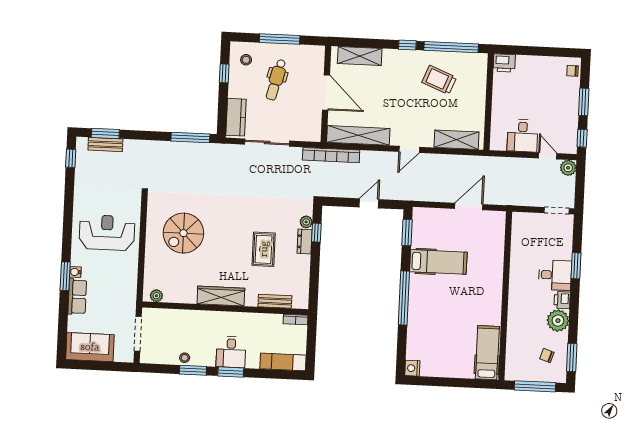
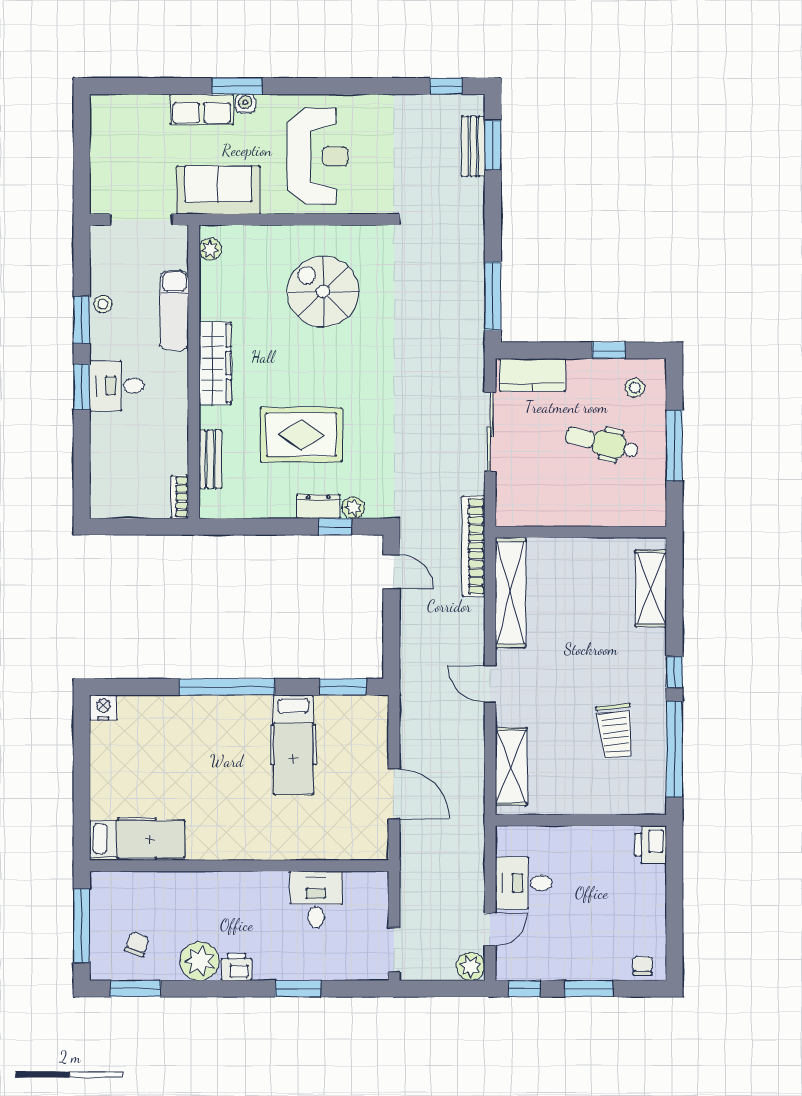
trolley: (439, 80) -> (615, 731), turned 152
door: (326, 92) -> (584, 532), removed
door: (369, 203) -> (391, 572), moved
rug: (264, 249) -> (301, 435), width x1.36, depth x1.43
desk: (555, 275) -> (316, 899), moved, turned 180
sofa: (90, 347) -> (218, 190), moved, turned -90
exam couch: (283, 362) -> (174, 311), moved, turned 180

